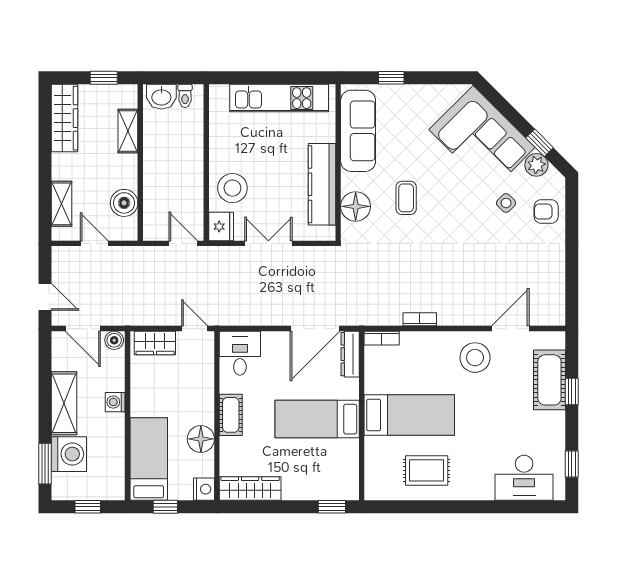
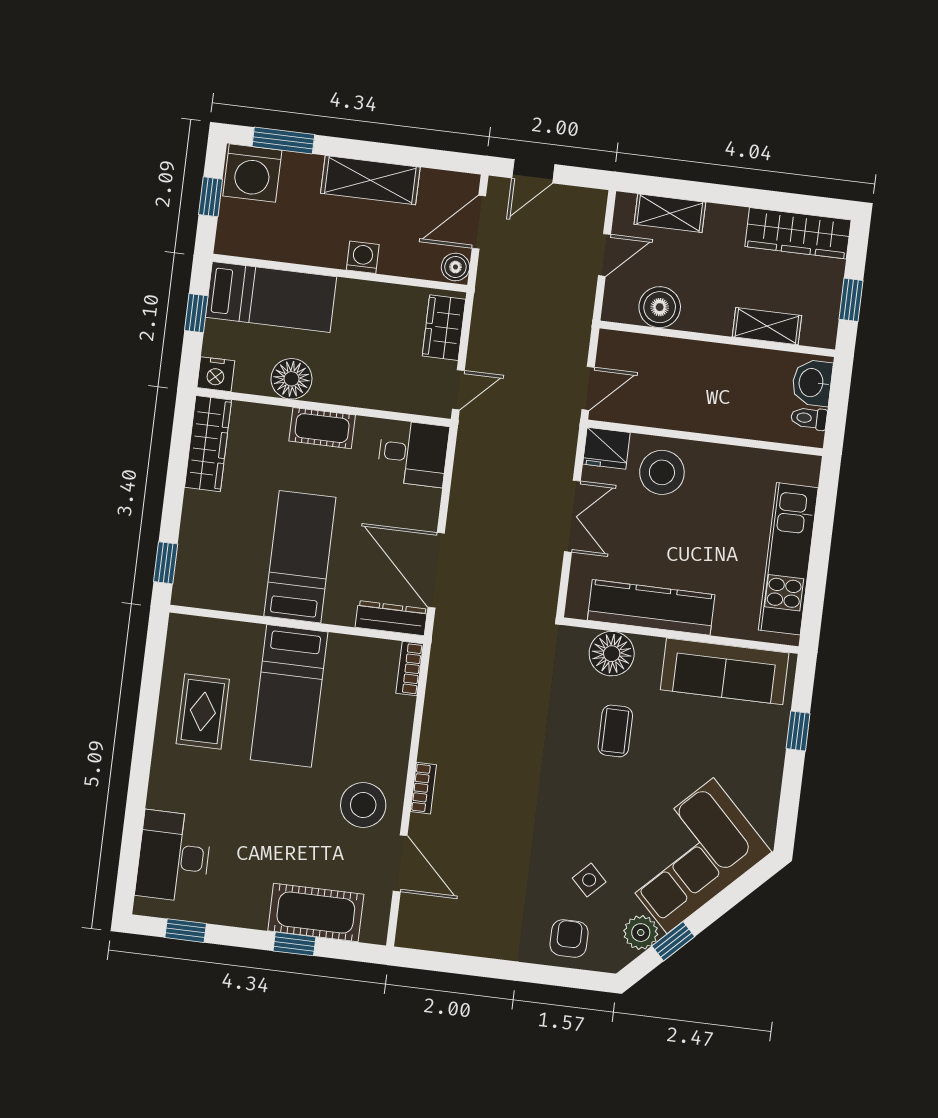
coffee table: (406, 198) -> (615, 731), turned 90
bookcase: (420, 319) -> (423, 788), moved
washing machine: (69, 454) -> (252, 173), moved

